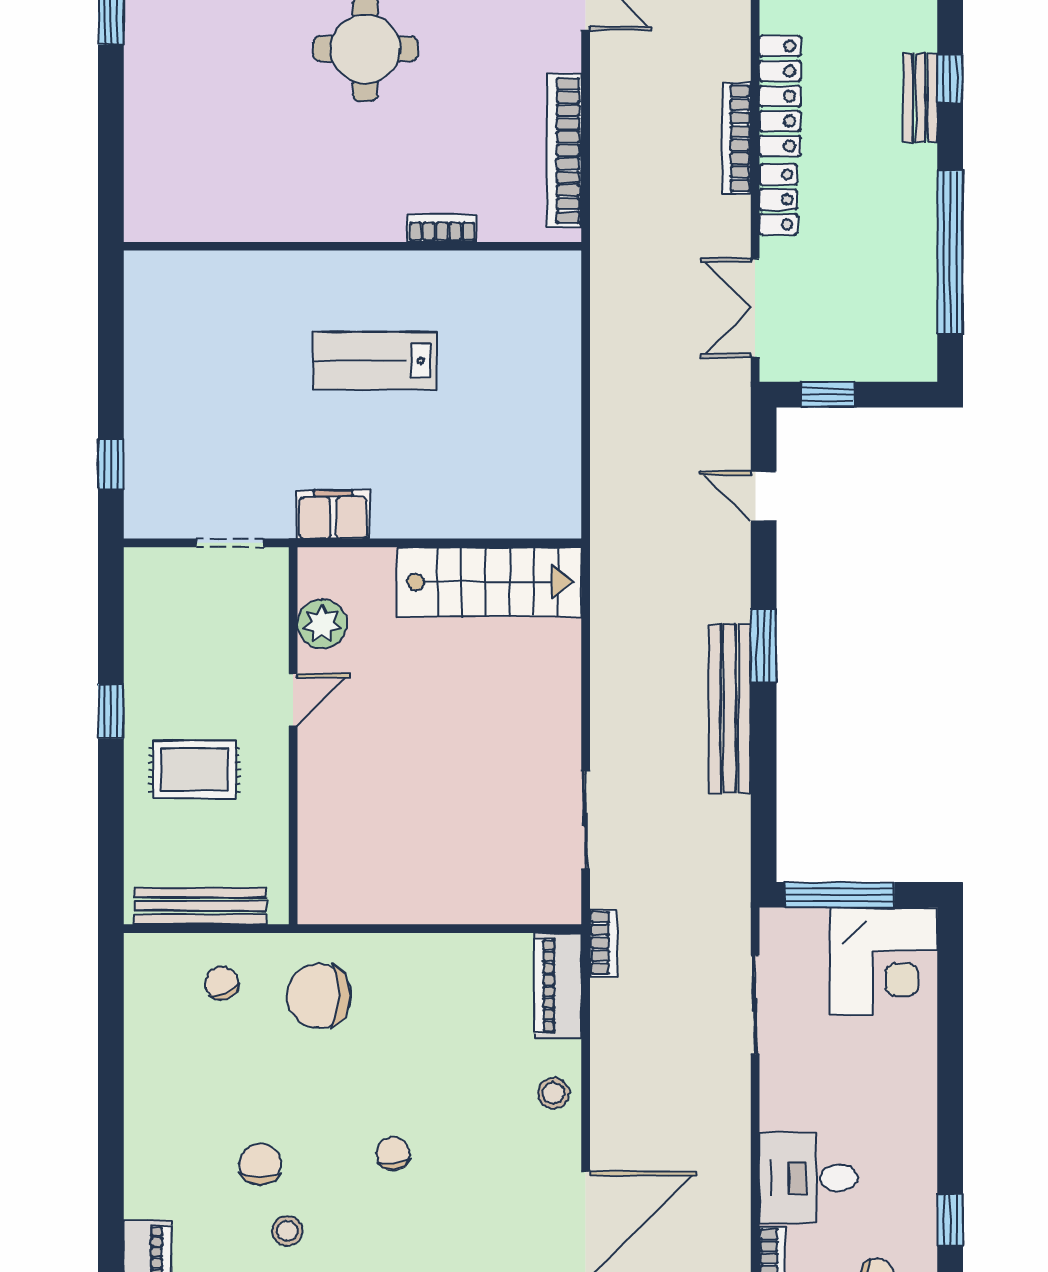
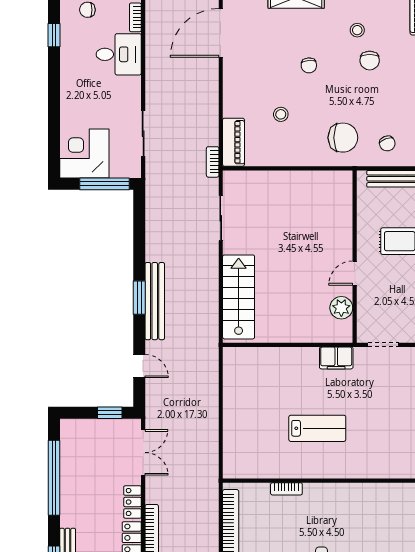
stairs: (489, 582) -> (239, 297), moved, turned 90
bench: (730, 709) -> (155, 301), moved
stool: (553, 1093) -> (281, 114), moved

